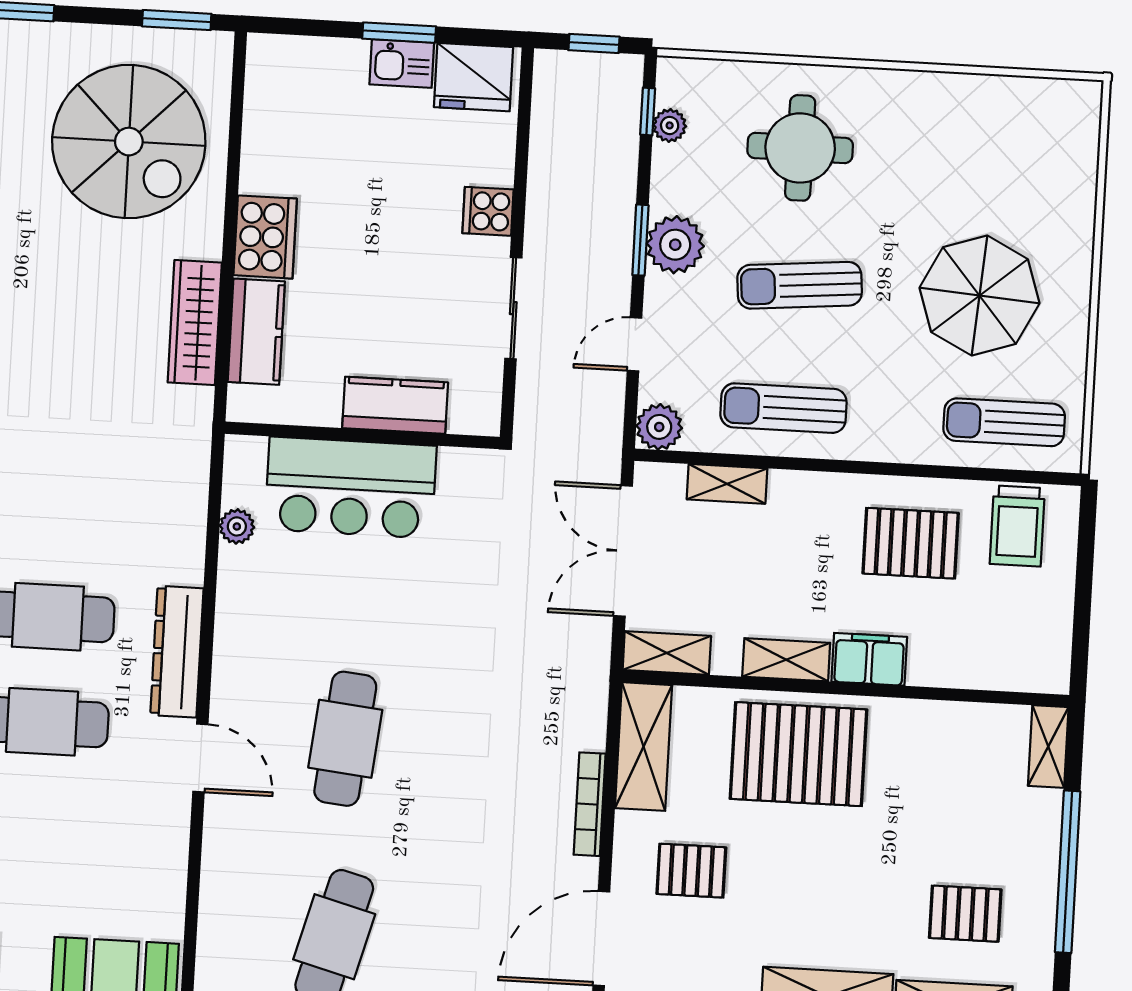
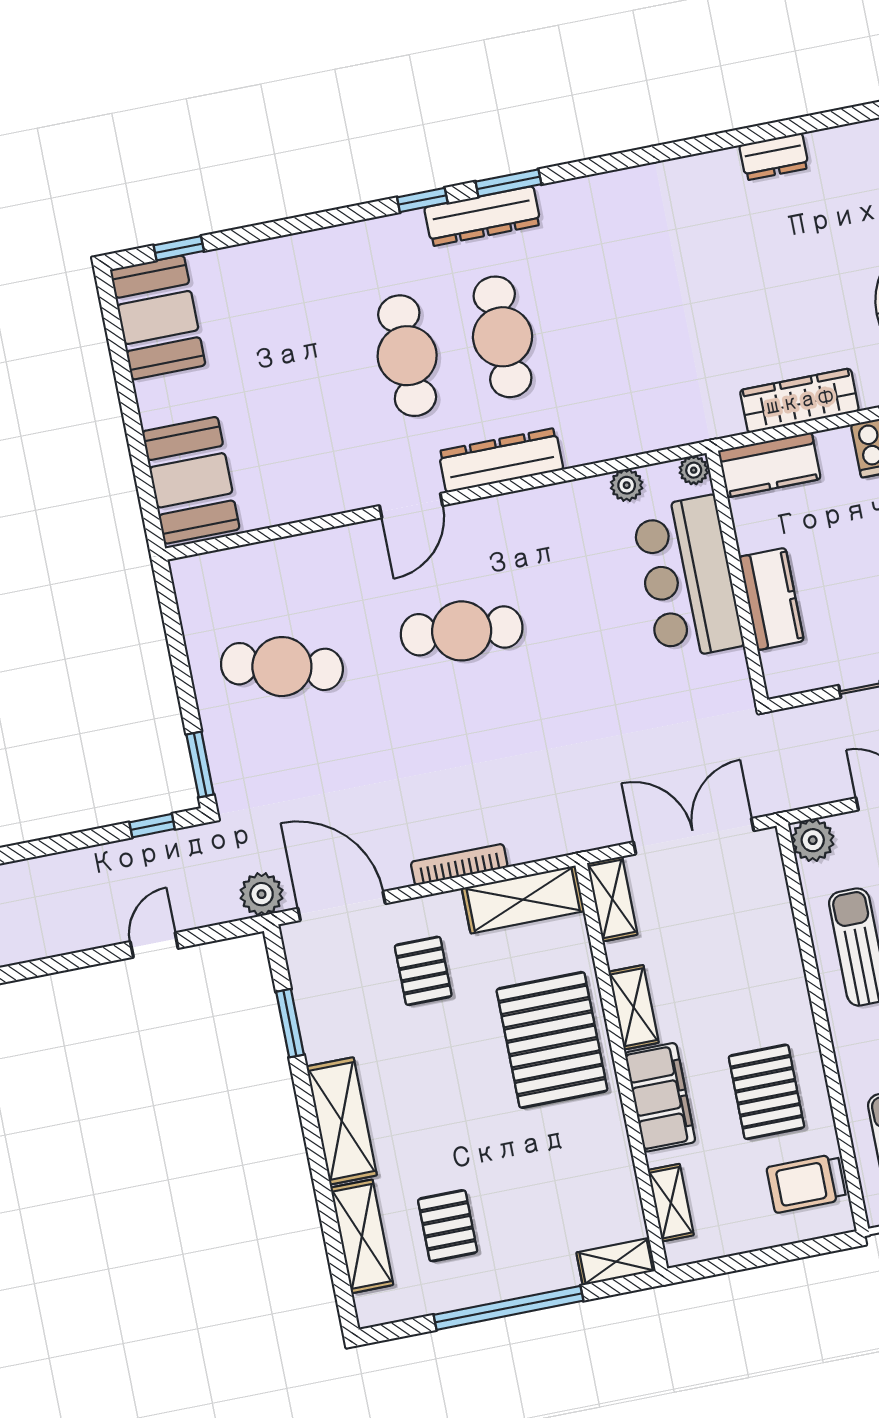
kitchen counter: (256, 332) -> (769, 465), moved
plant: (239, 452) -> (694, 470), added
shelving: (727, 484) -> (671, 1203), moved
filing cabinet: (869, 659) -> (660, 1097), width x1.50, depth x1.17

